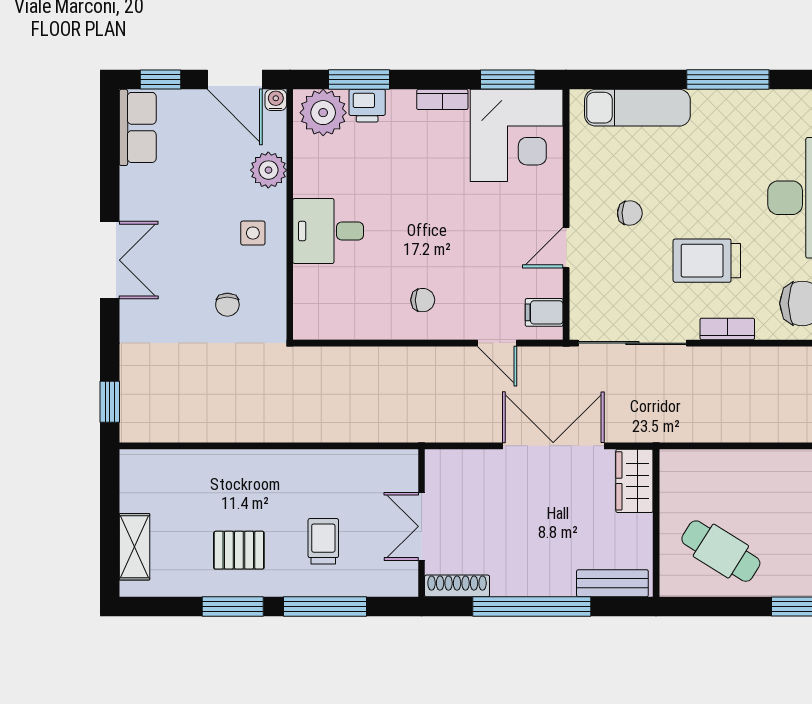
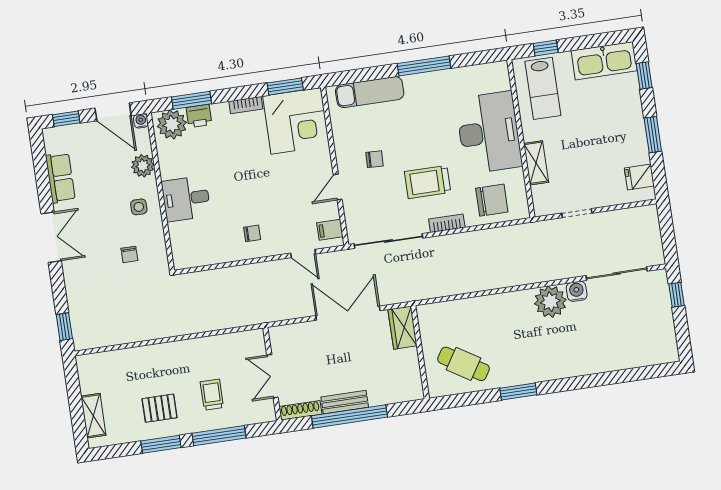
row of seats: (138, 127) -> (60, 178), moved
bench: (612, 583) -> (345, 402), moved

